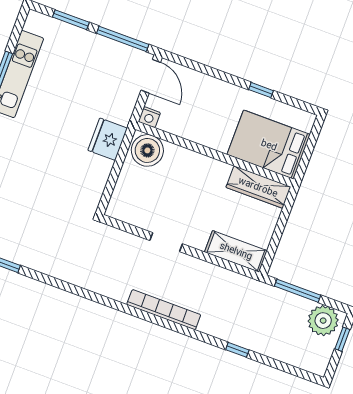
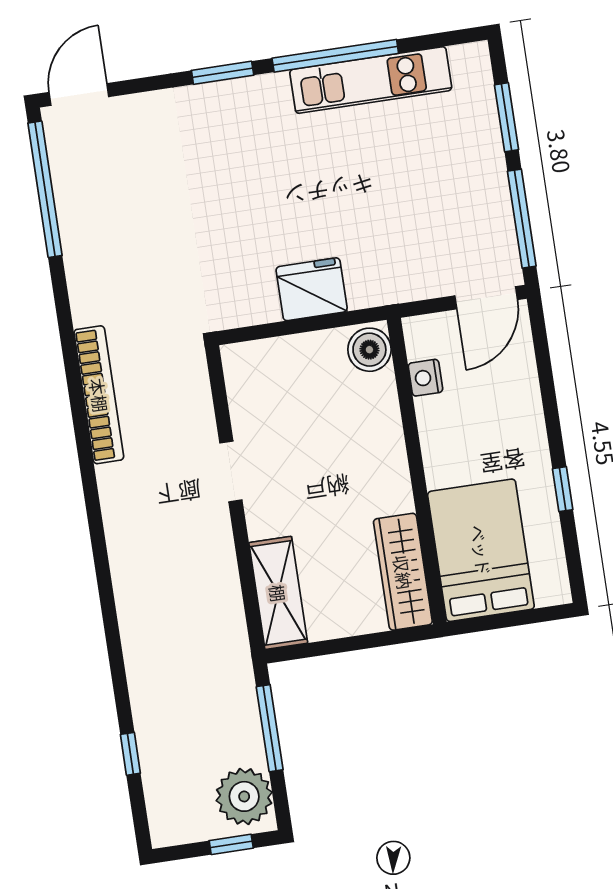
nightstand: (149, 117) -> (425, 378), moved
fridge: (108, 139) -> (312, 289), moved
boiler: (147, 150) -> (369, 350), width x0.73, depth x0.73
bookcase: (164, 310) -> (99, 395), moved
window: (237, 350) -> (130, 754), moved

